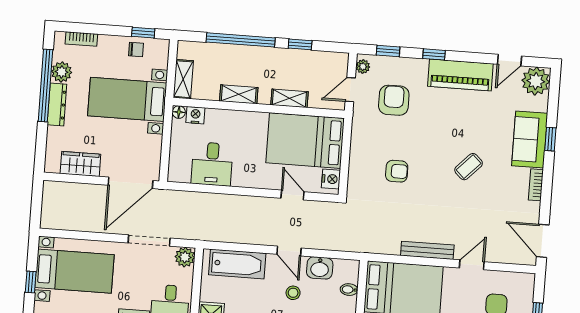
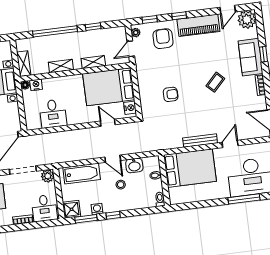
armchair: (394, 100) -> (163, 39), moved

